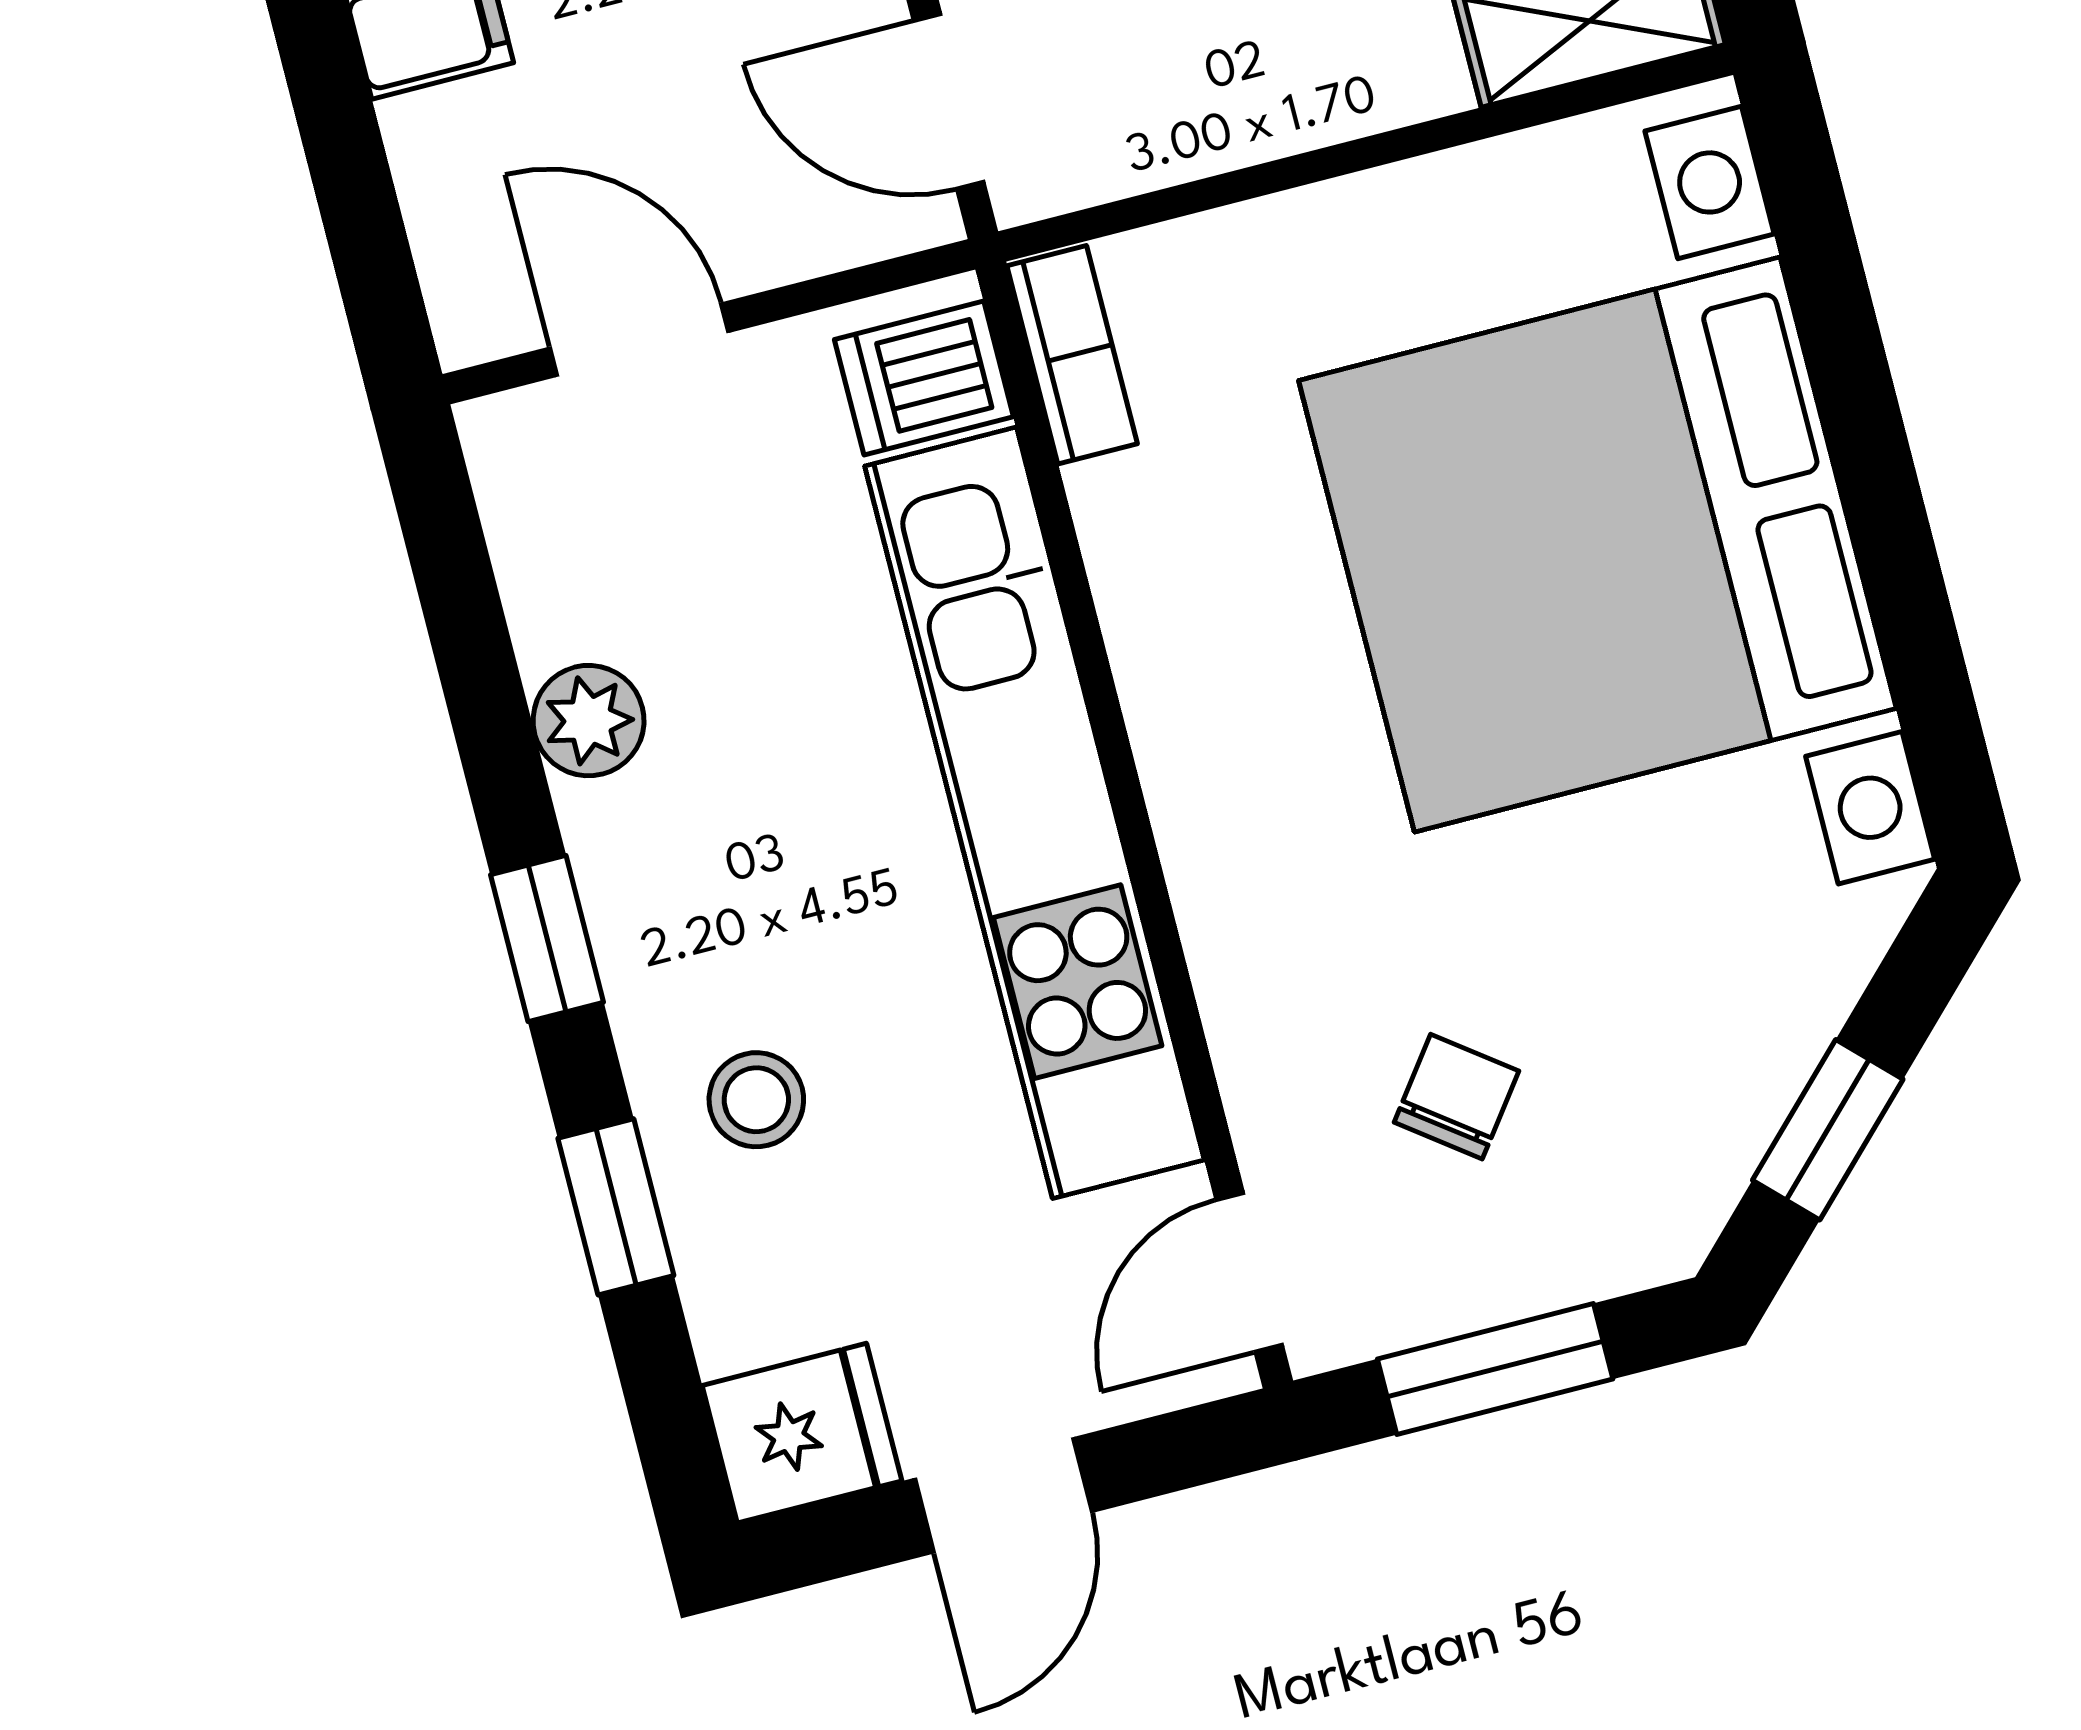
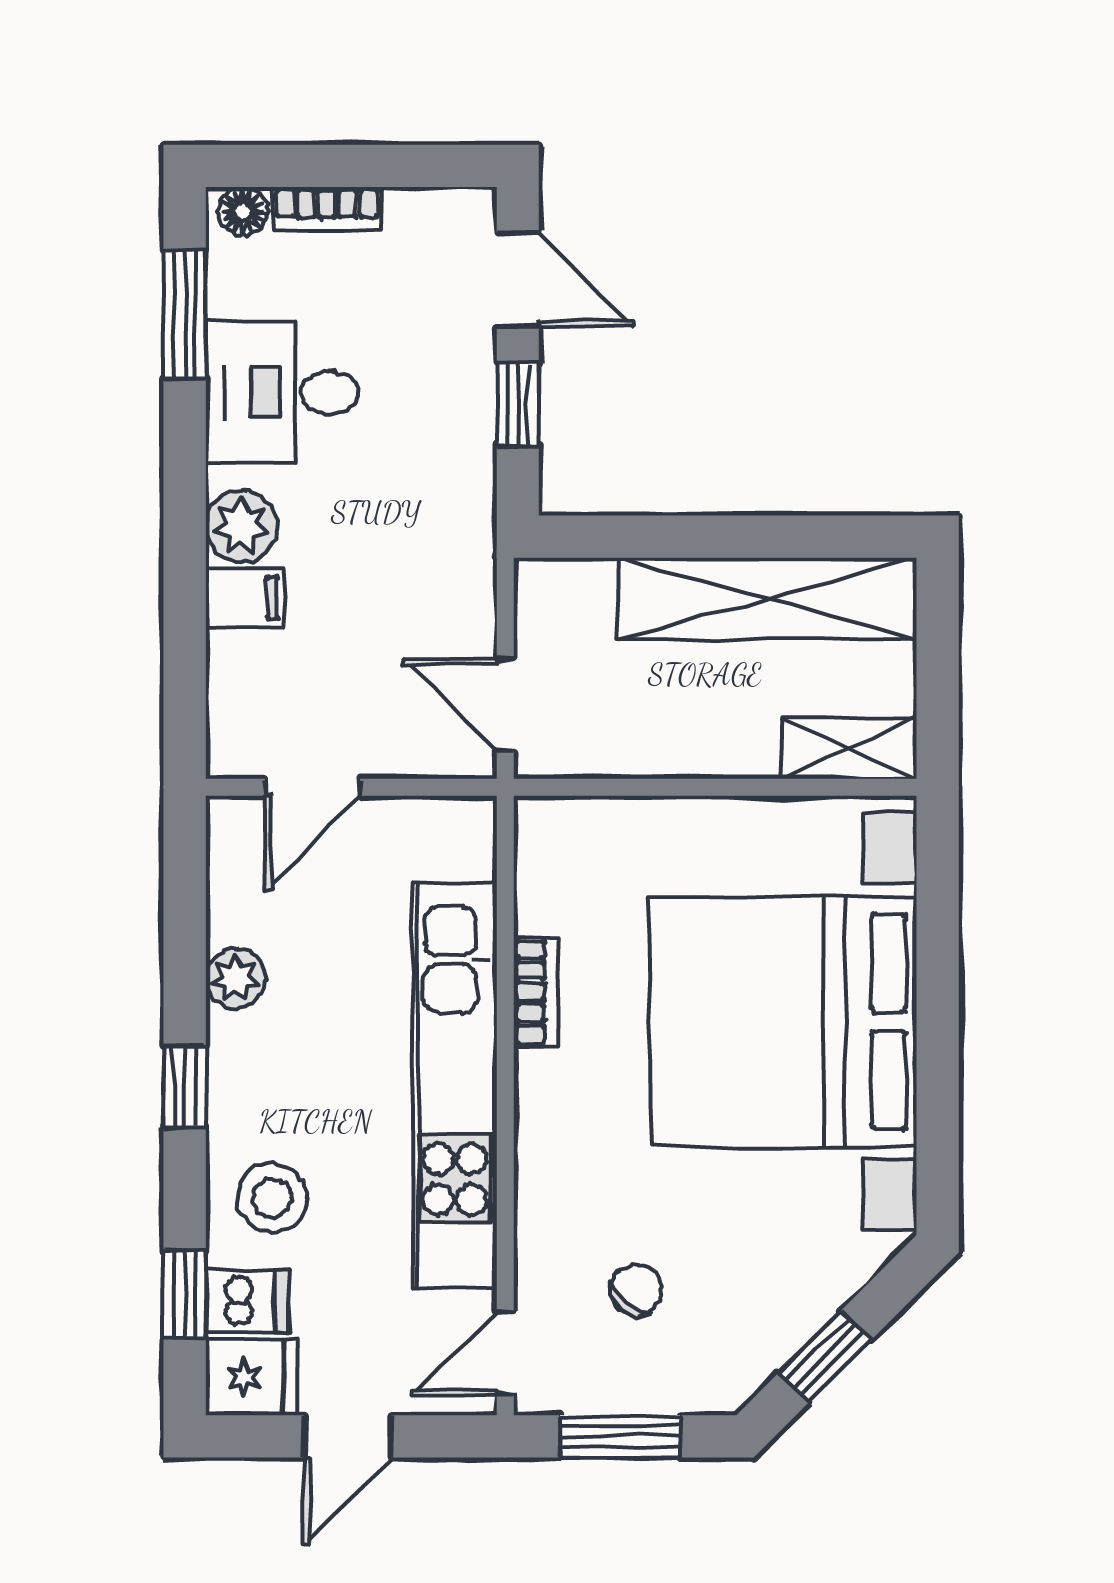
door: (639, 340) -> (313, 787), swing flipped
bookcase: (1072, 355) -> (536, 992), moved
dishwasher: (924, 378) -> (247, 1301), moved, turned 180
stool: (756, 1100) -> (272, 1198), width x1.37, depth x1.37
window: (616, 1207) -> (185, 1295), moved

